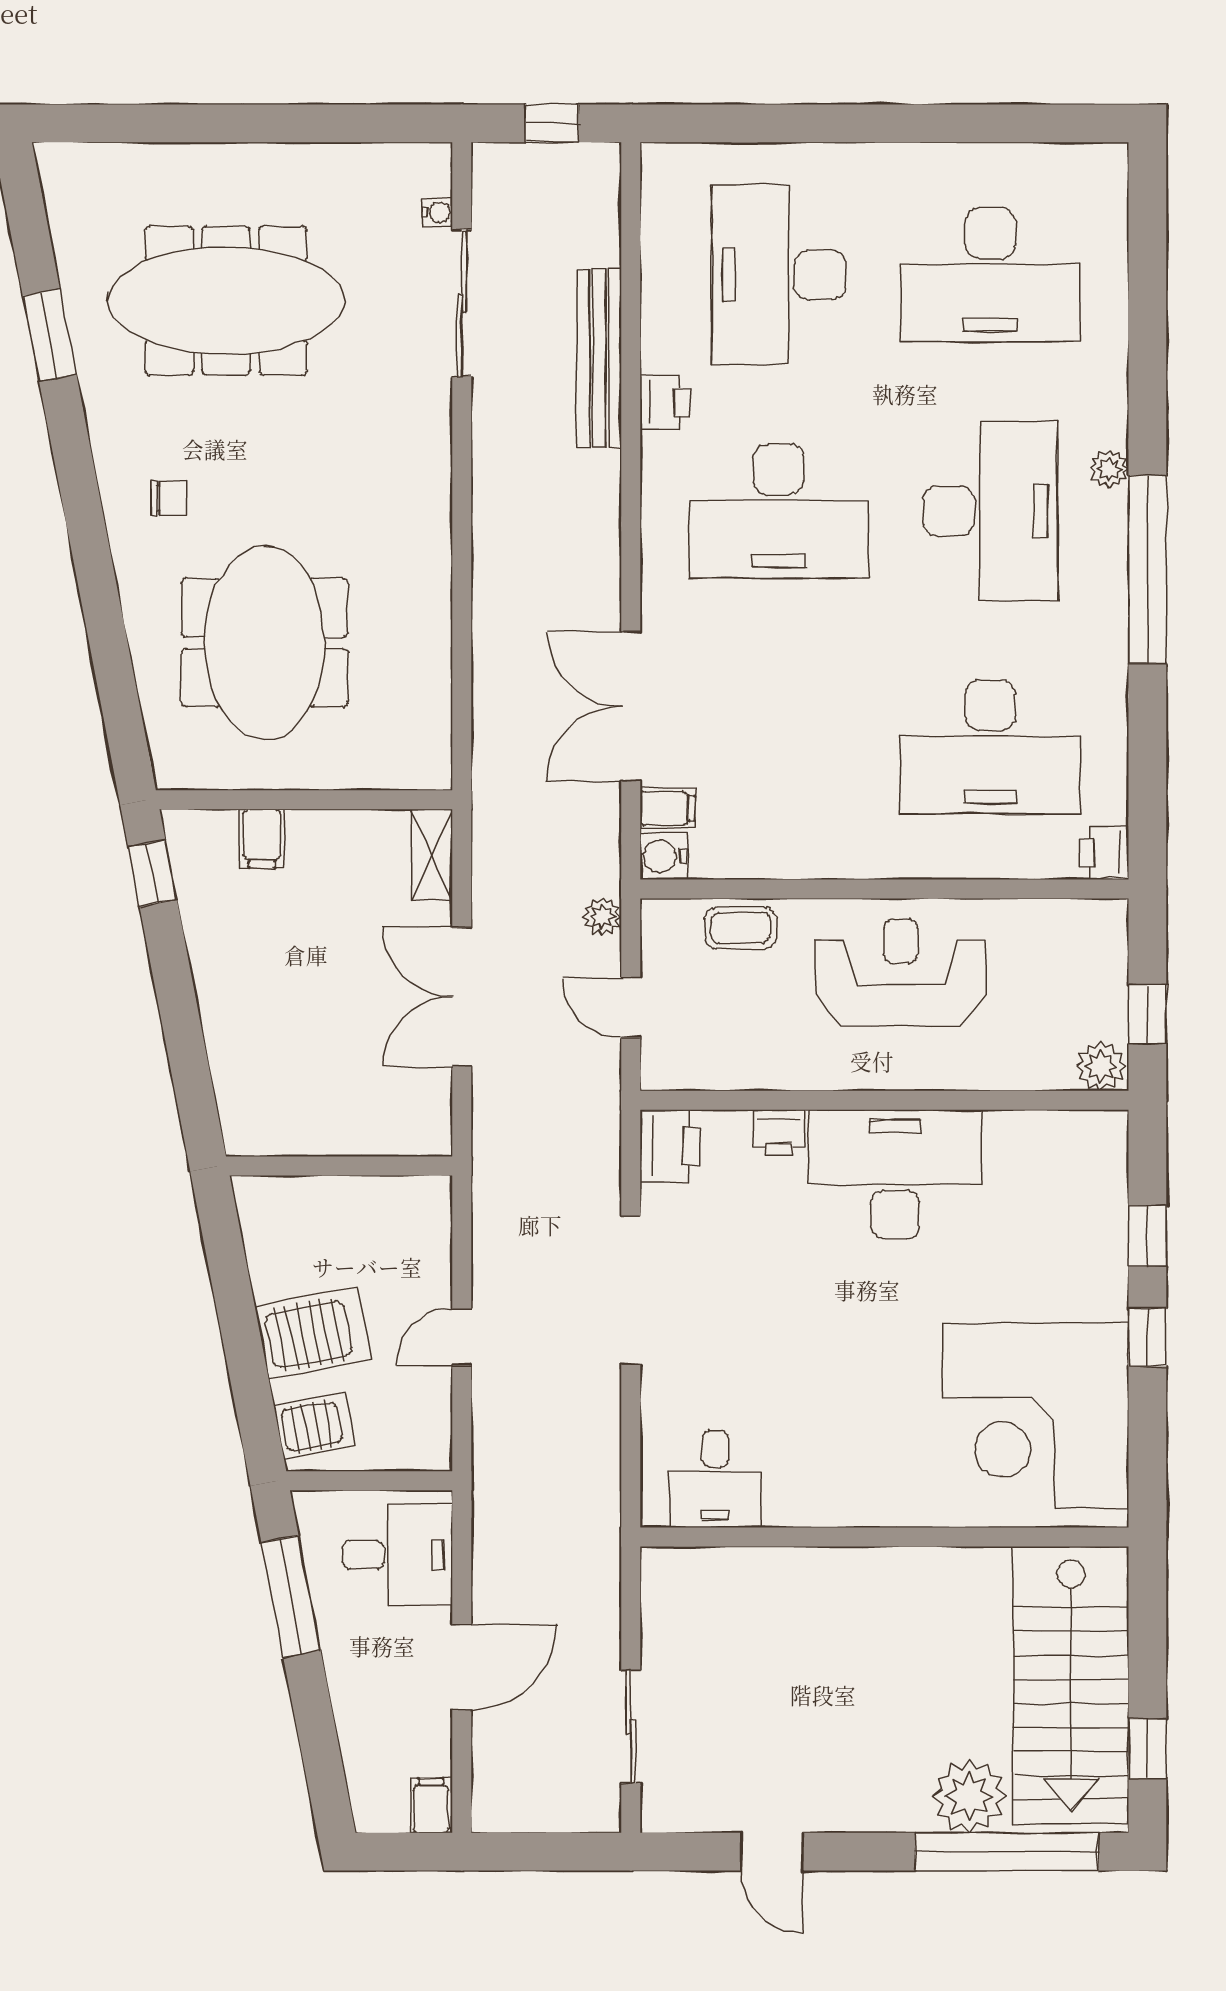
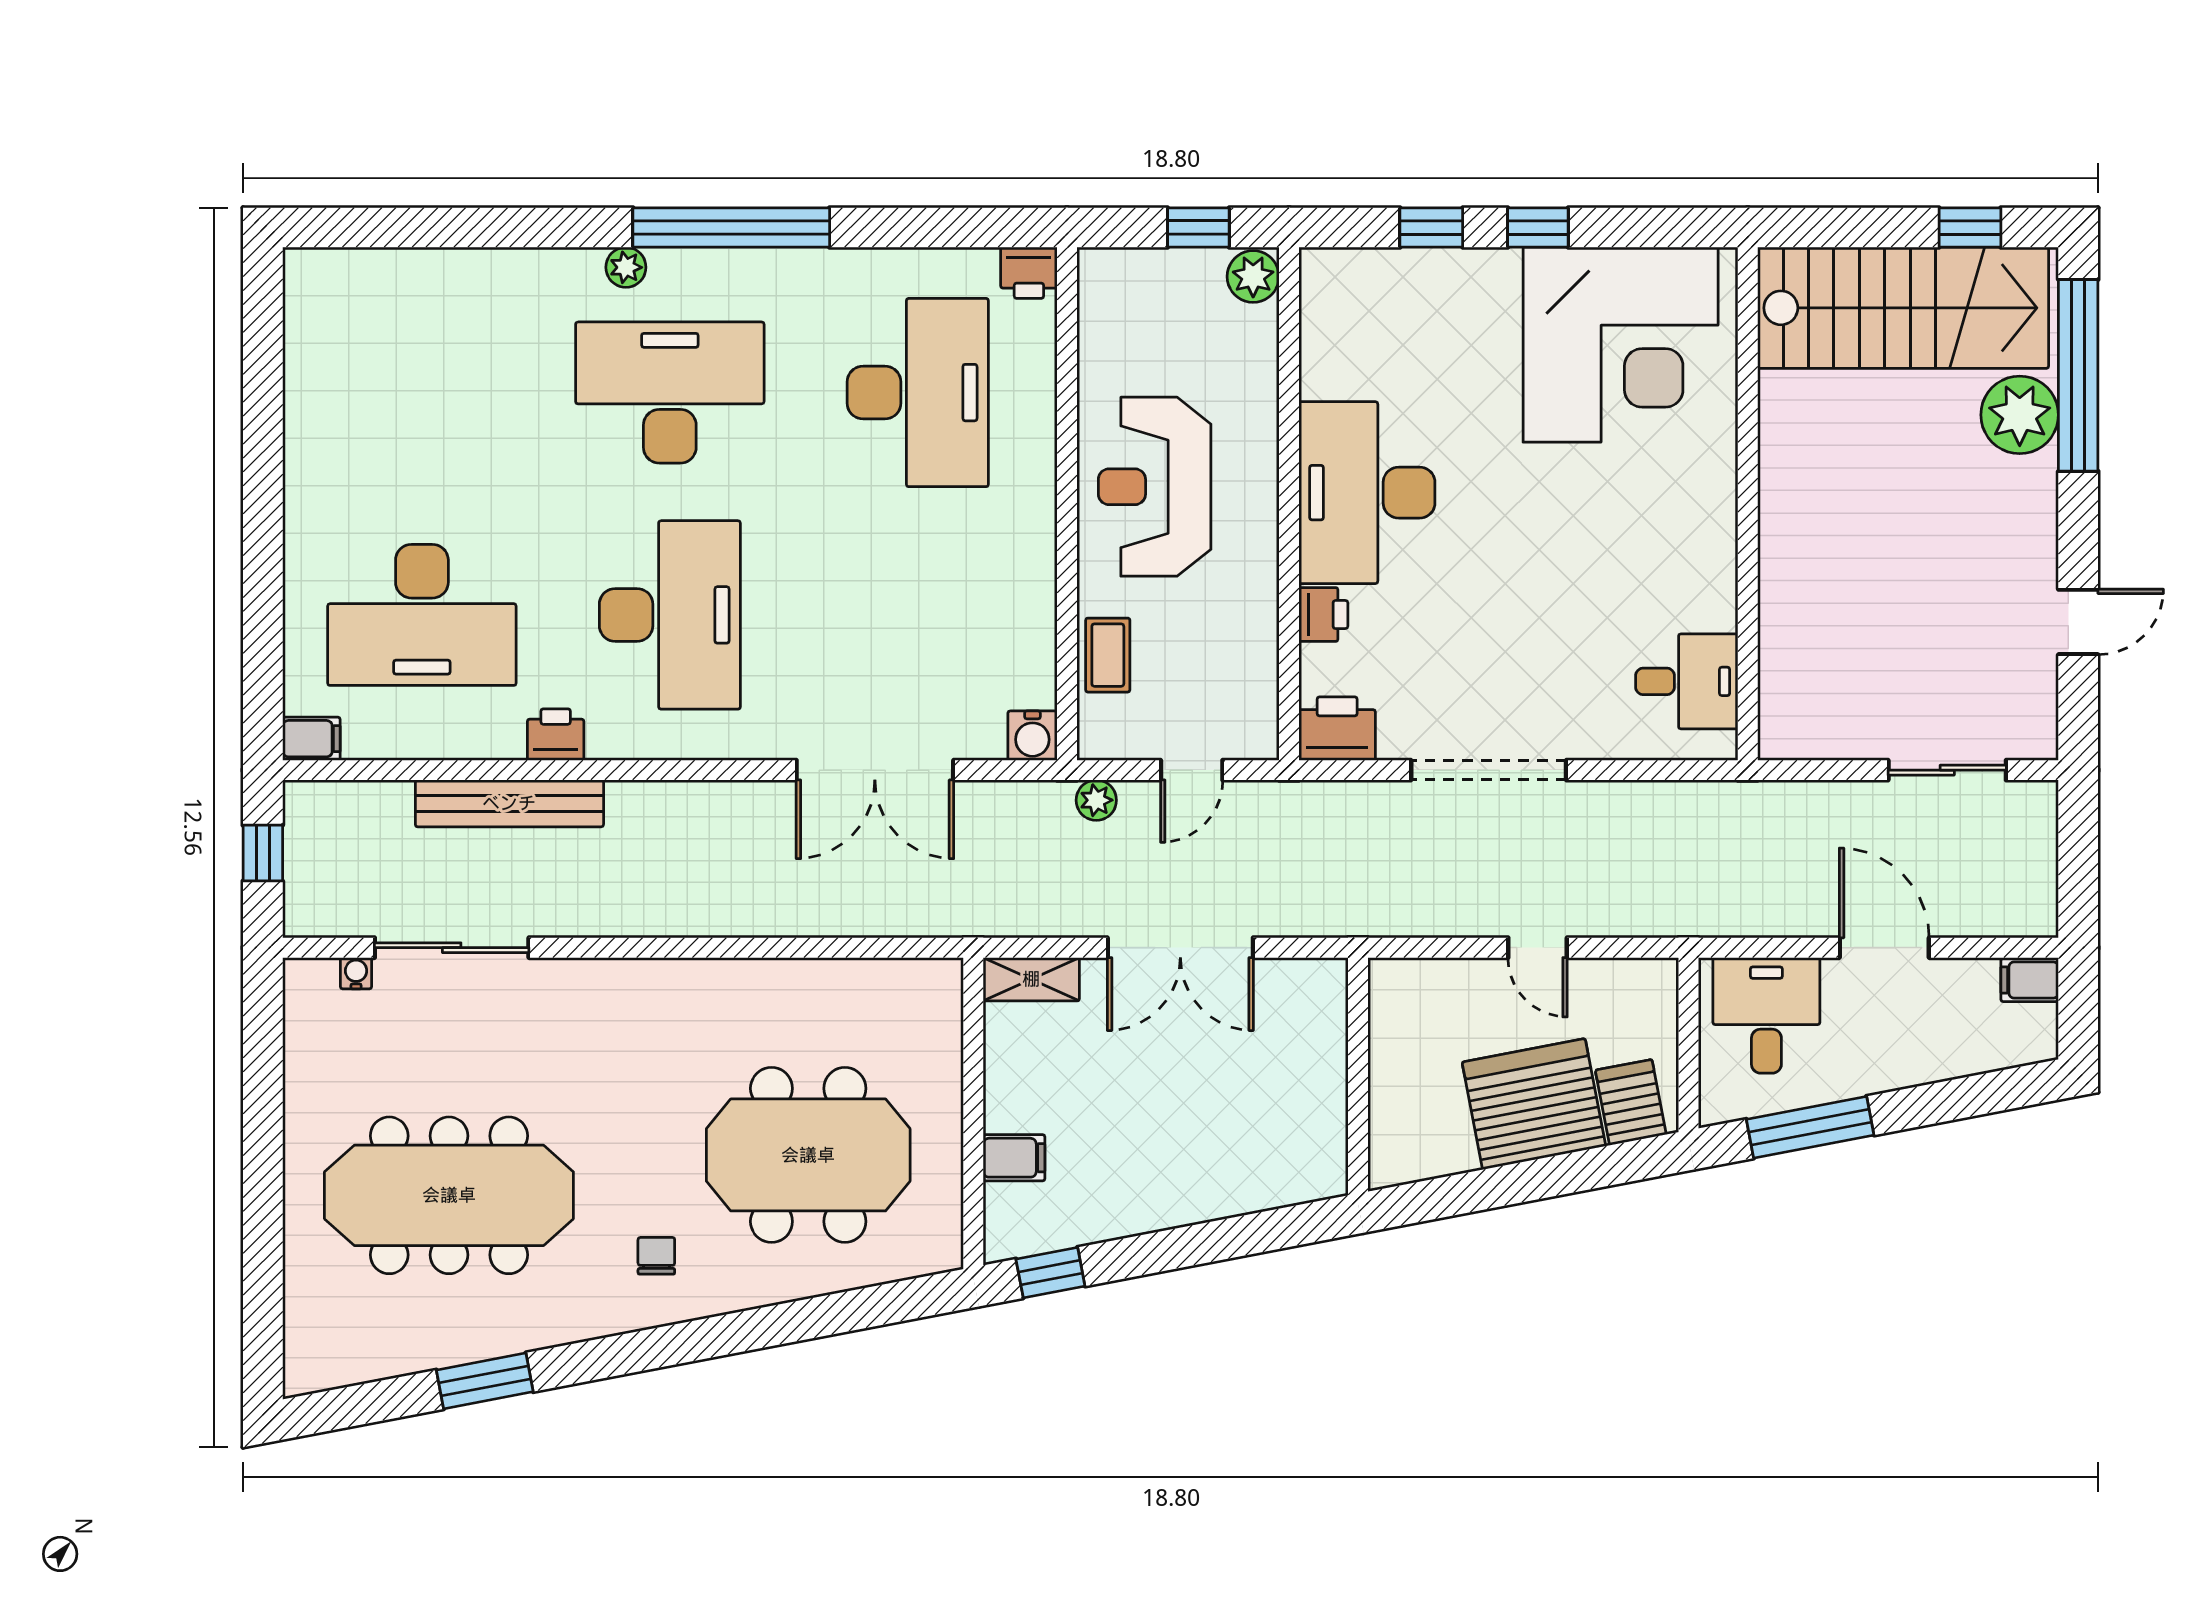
desk: (990, 275) -> (422, 393), removed
meeting table: (226, 301) -> (449, 1195), turned 90
filing cabinet: (668, 808) -> (311, 739), moved, turned 90
server rack: (313, 1334) -> (1534, 1104), width x1.60

